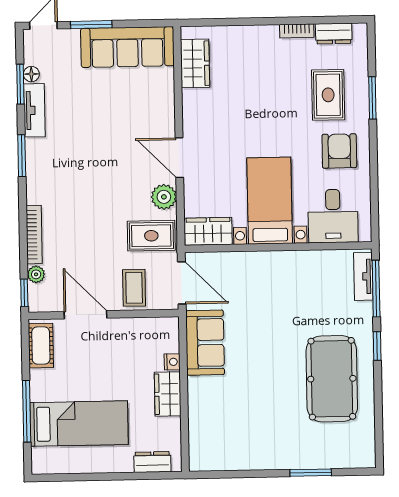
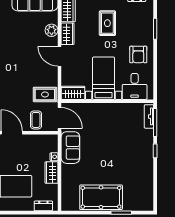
rug: (328, 95) -> (107, 23), moved
wardrobe: (195, 112) -> (68, 34), added
armchair: (339, 151) -> (138, 54), turned 180
plant: (164, 197) -> (52, 30), moved
pool table: (332, 379) -> (101, 197), moved, turned 90

